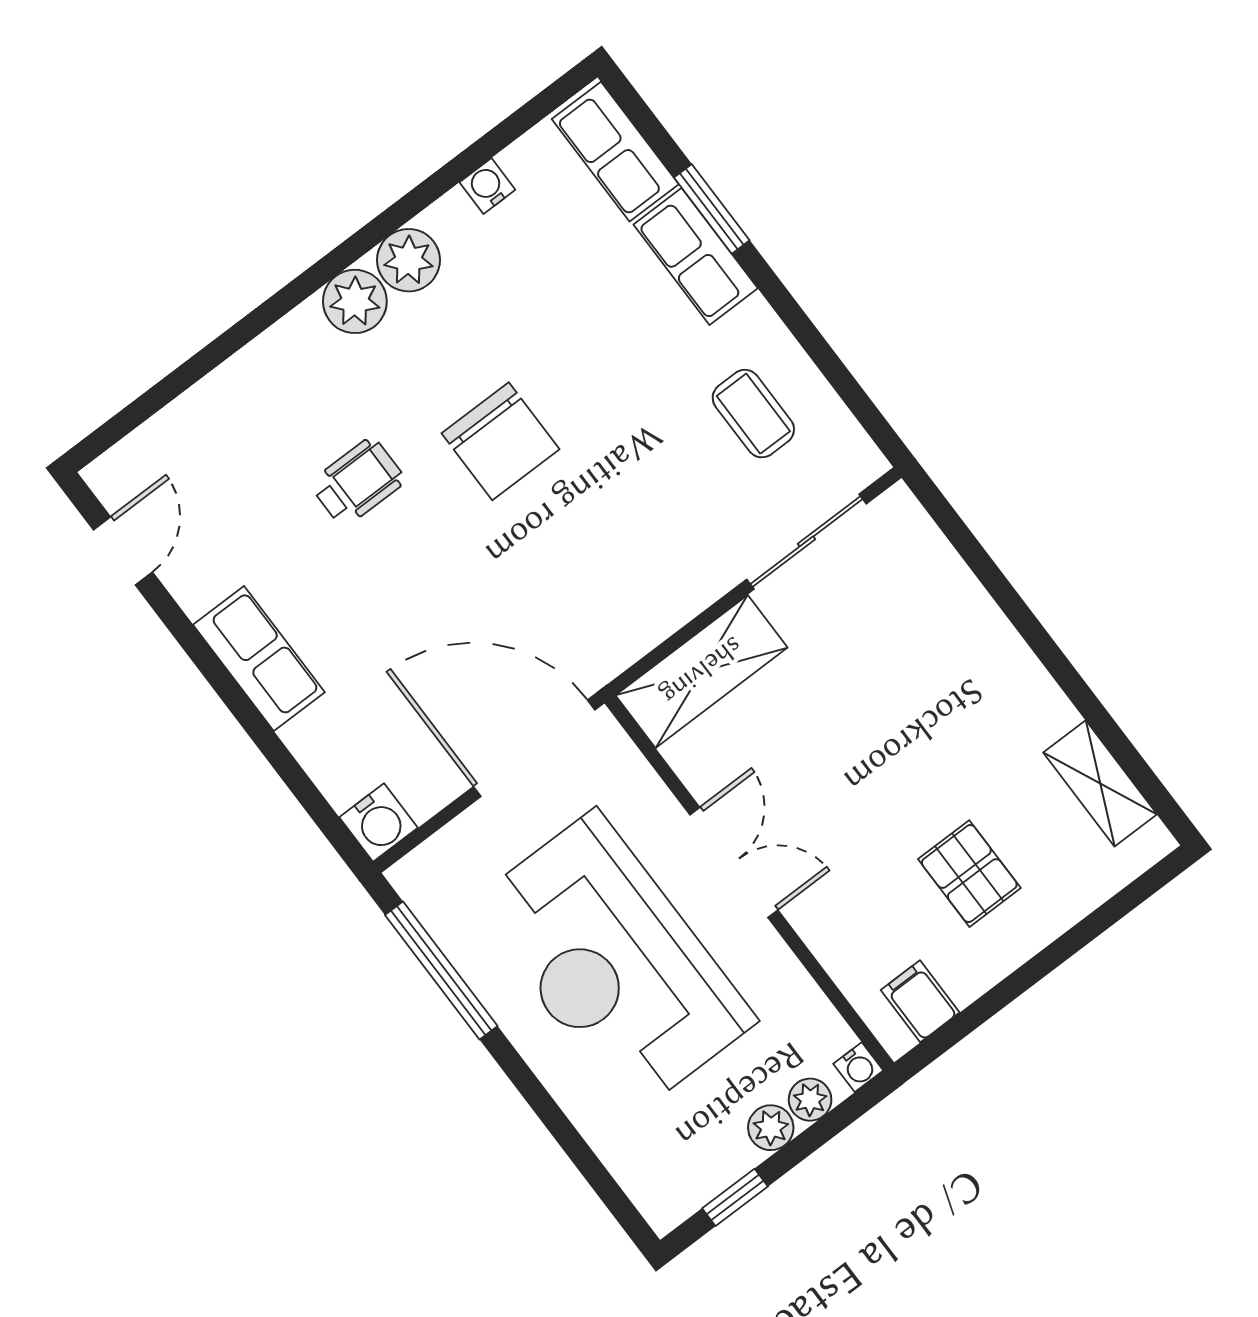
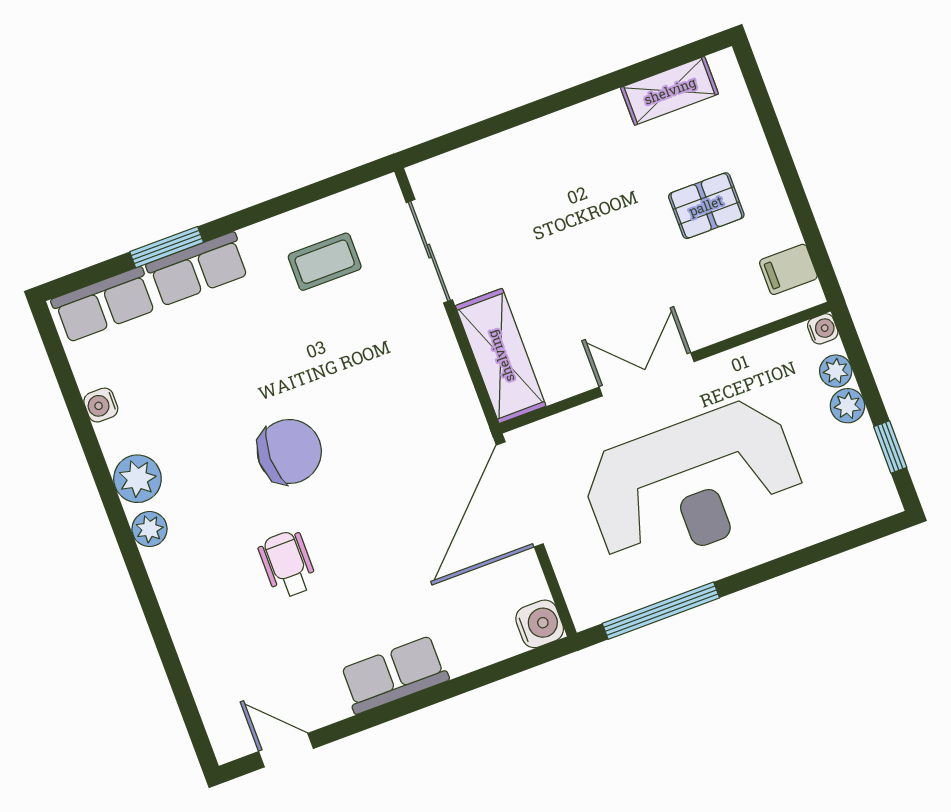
plant: (355, 301) -> (149, 529), width x0.73, depth x0.73

